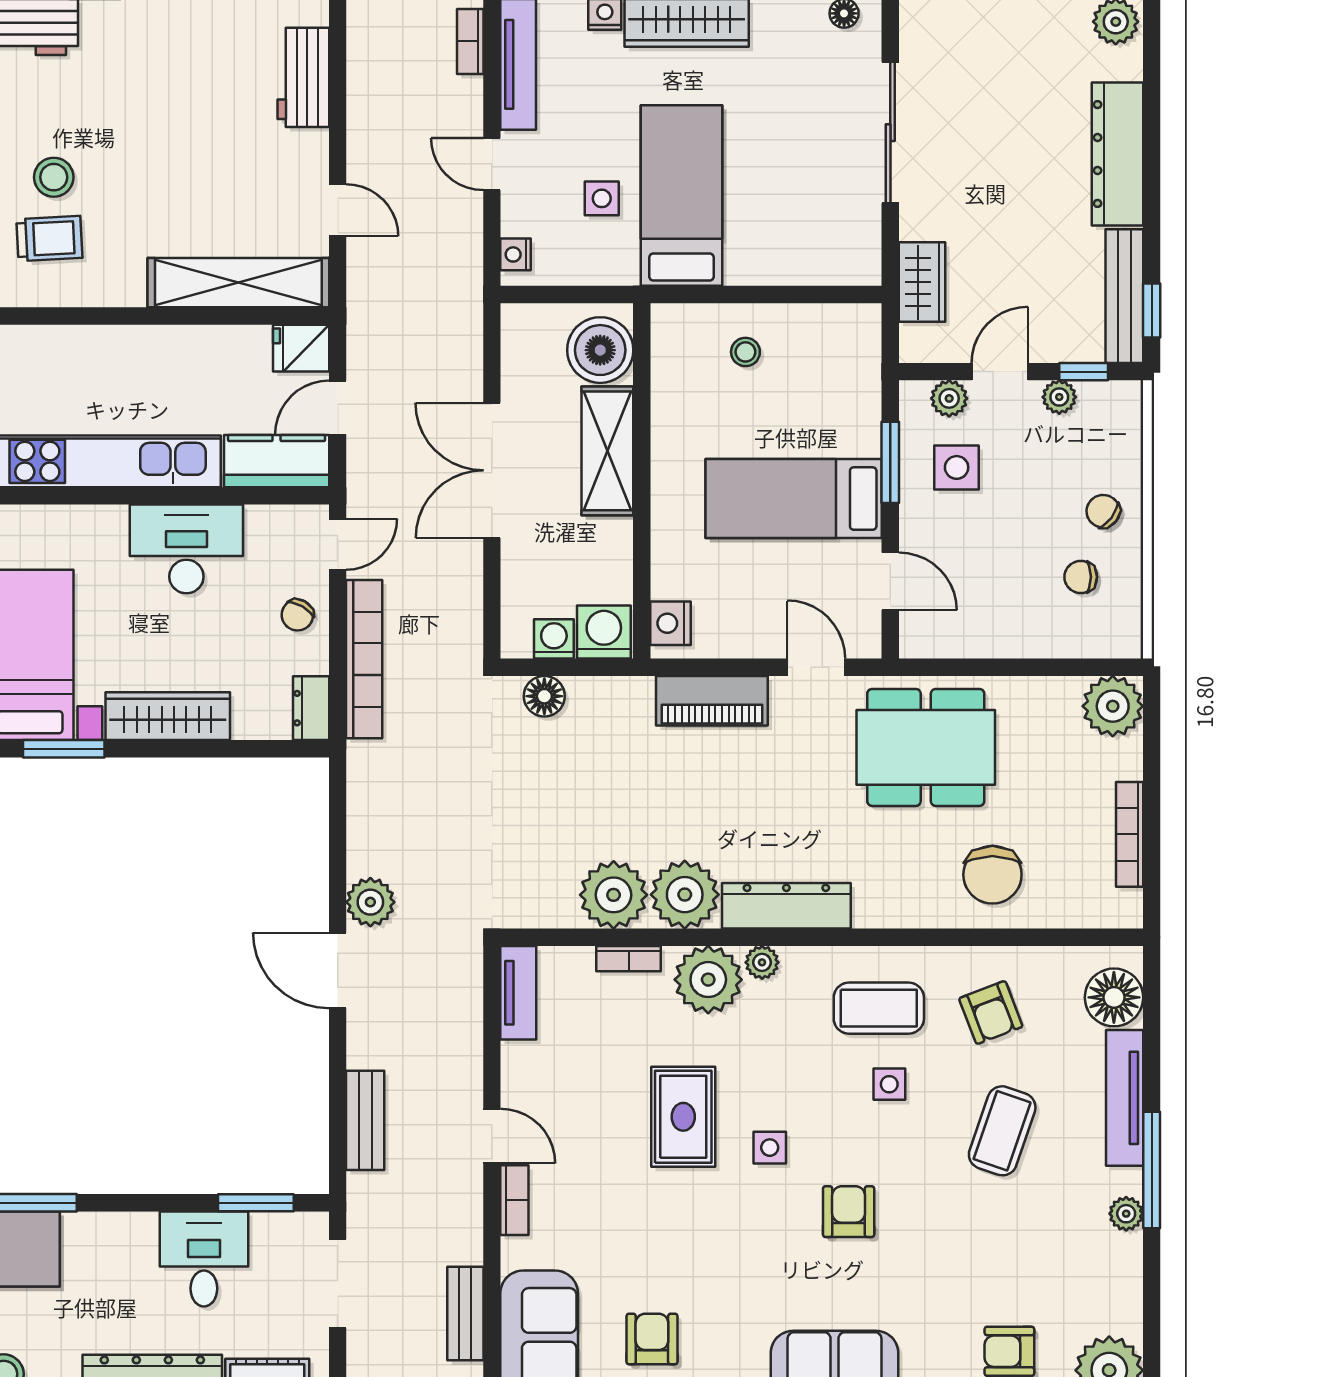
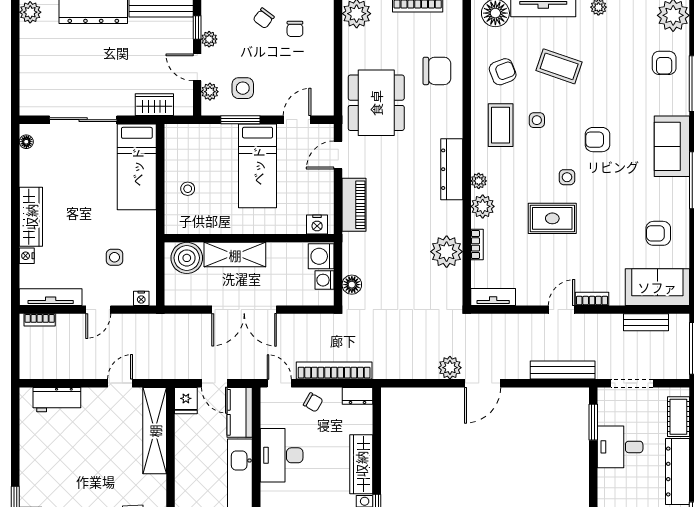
bed: (681, 196) -> (137, 167), moved, turned -90
plant: (685, 895) -> (446, 218), removed
plant: (708, 980) -> (483, 206), width x0.73, depth x0.73
bench: (365, 1120) -> (563, 370), width x1.36

